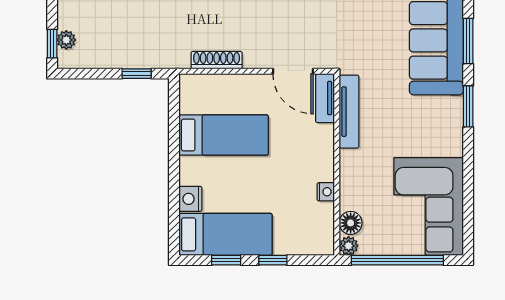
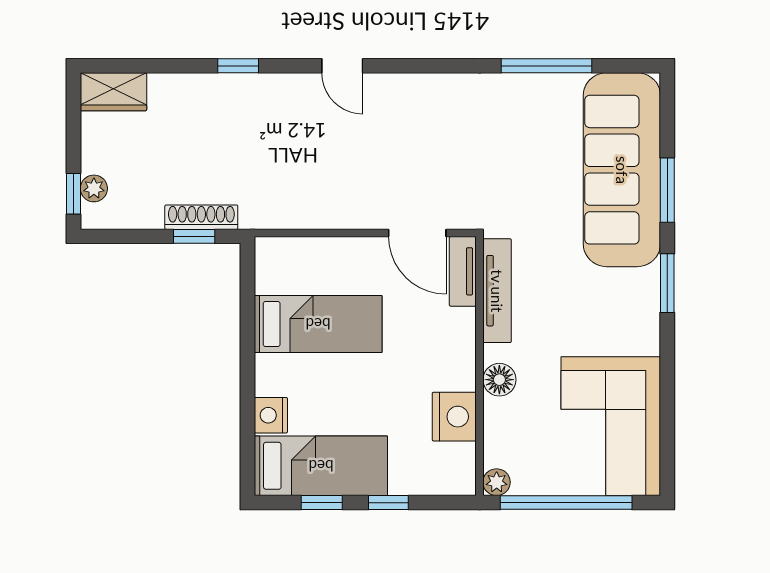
shoe rack: (217, 60) -> (201, 217), moved
nightstand: (326, 192) -> (454, 417), width x1.89, depth x1.79
floor lamp: (351, 223) -> (499, 380), moved

